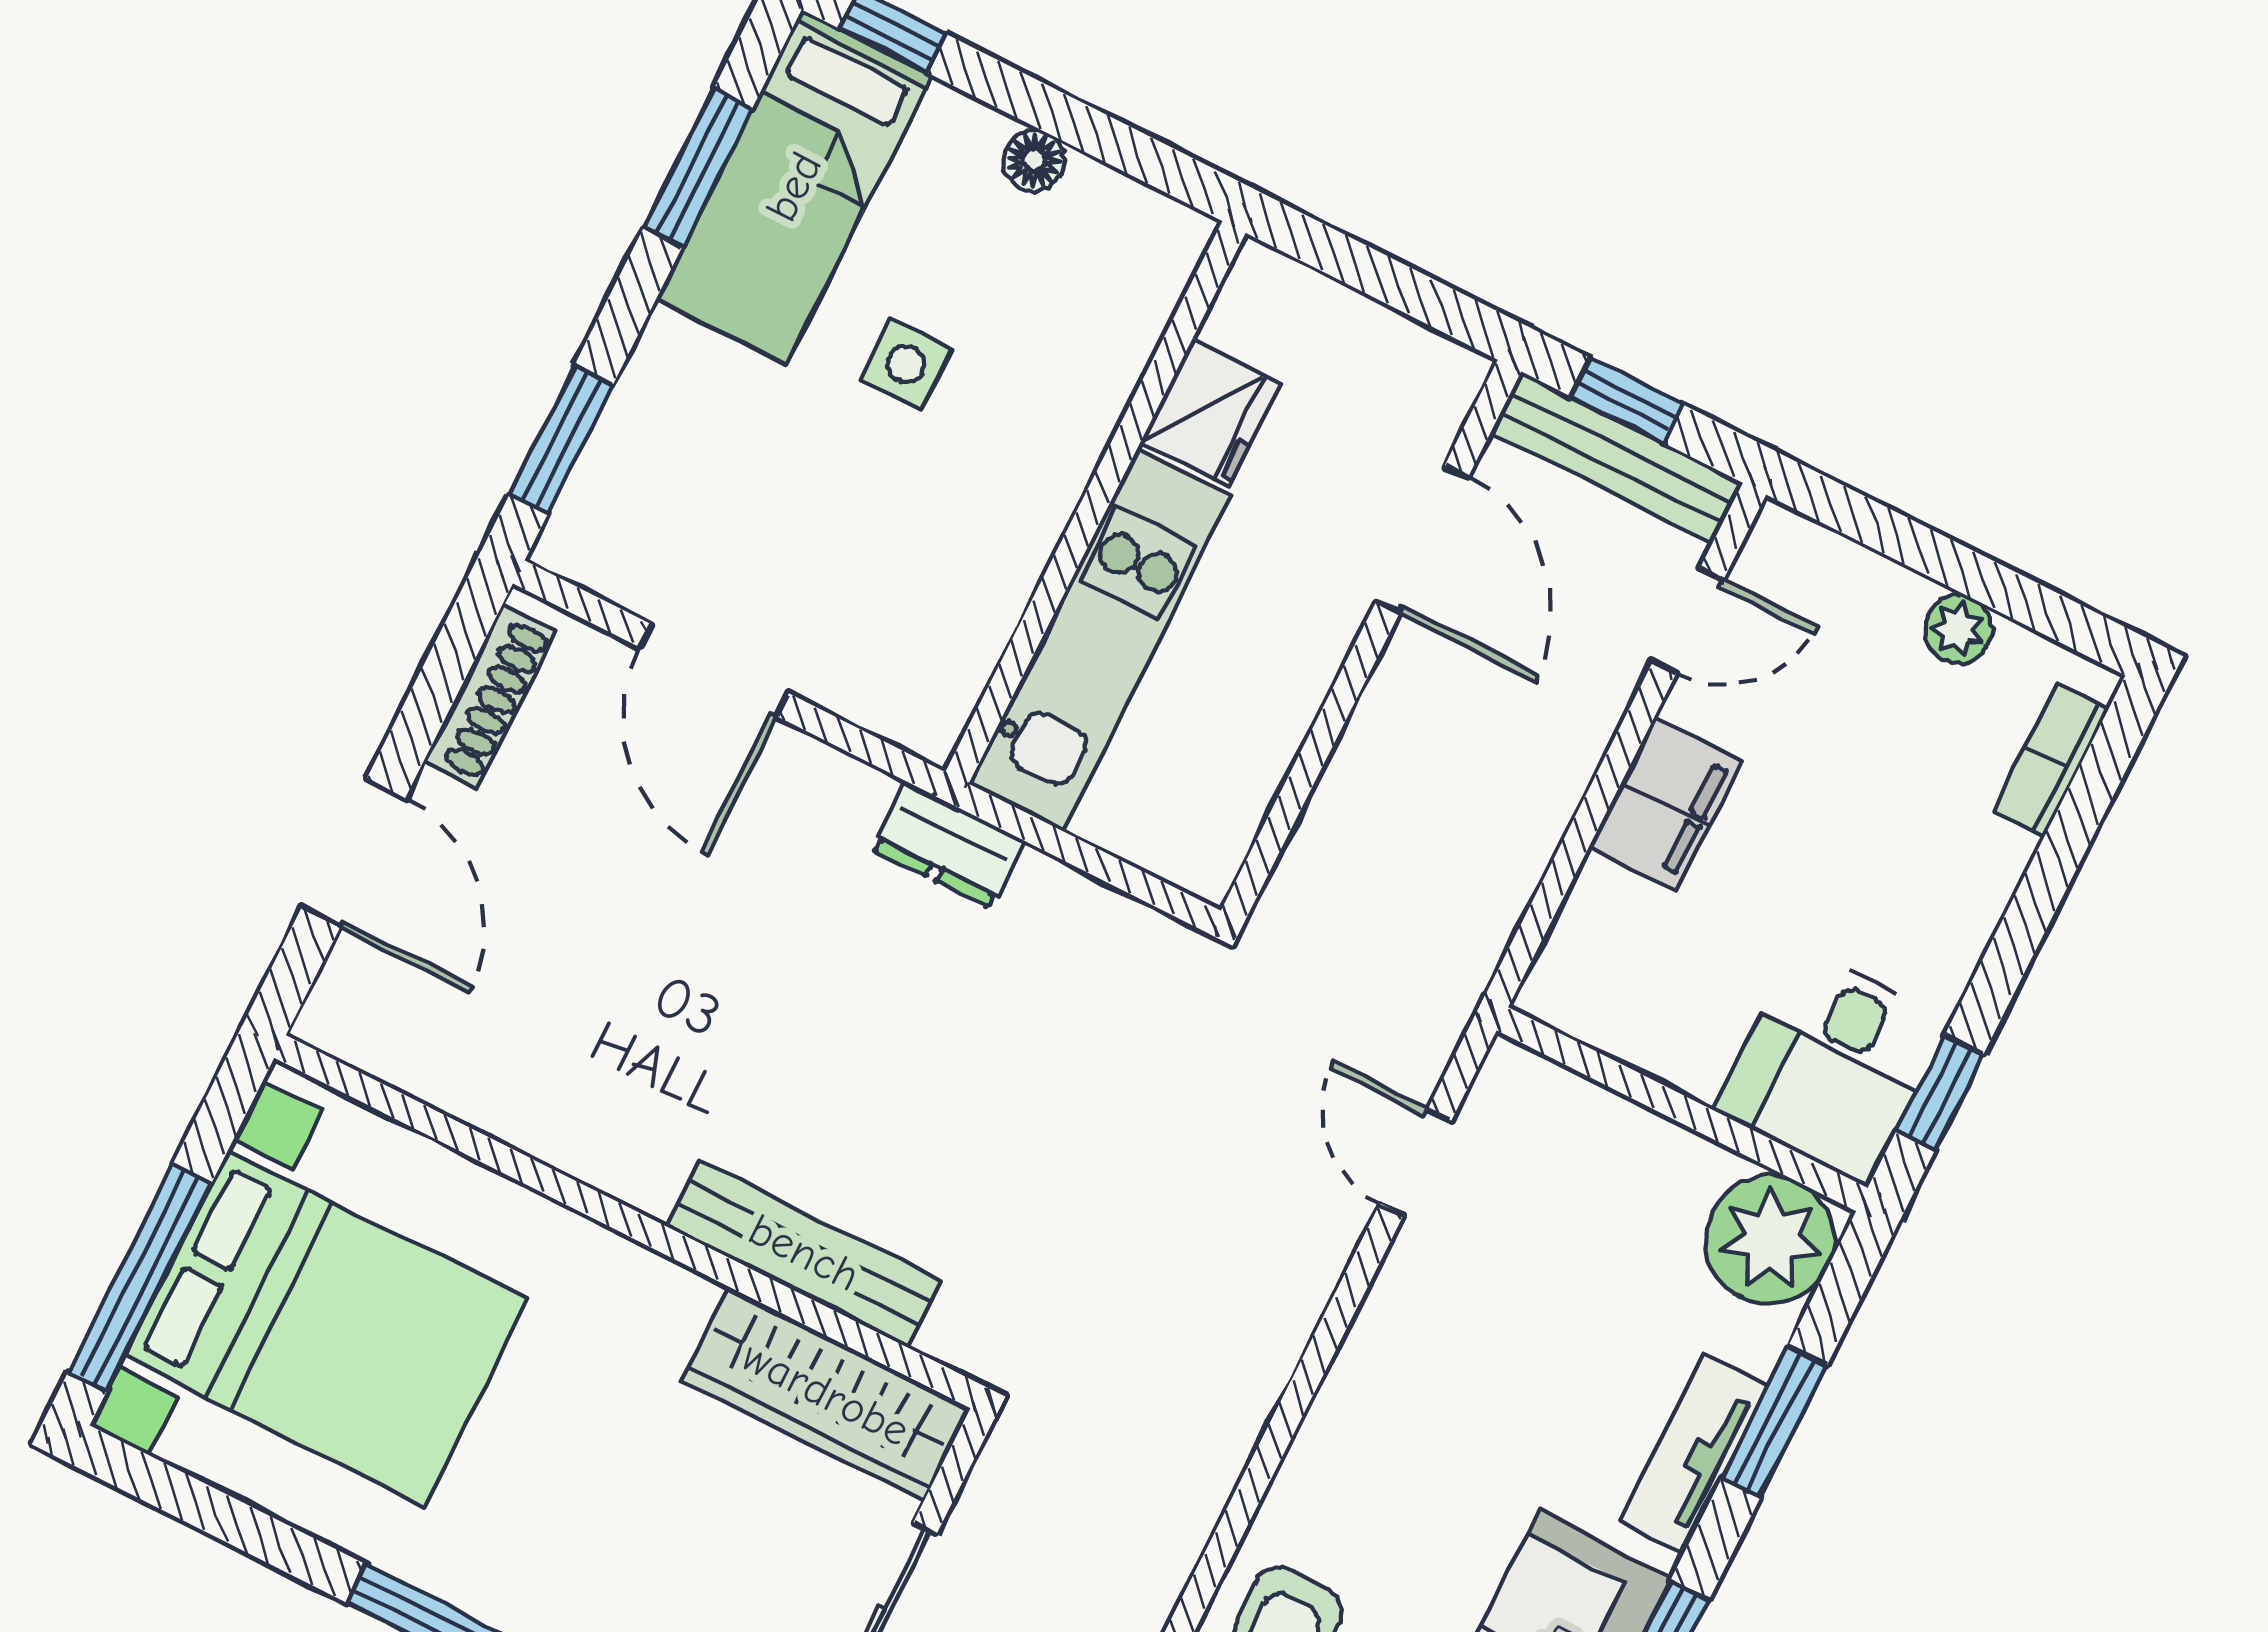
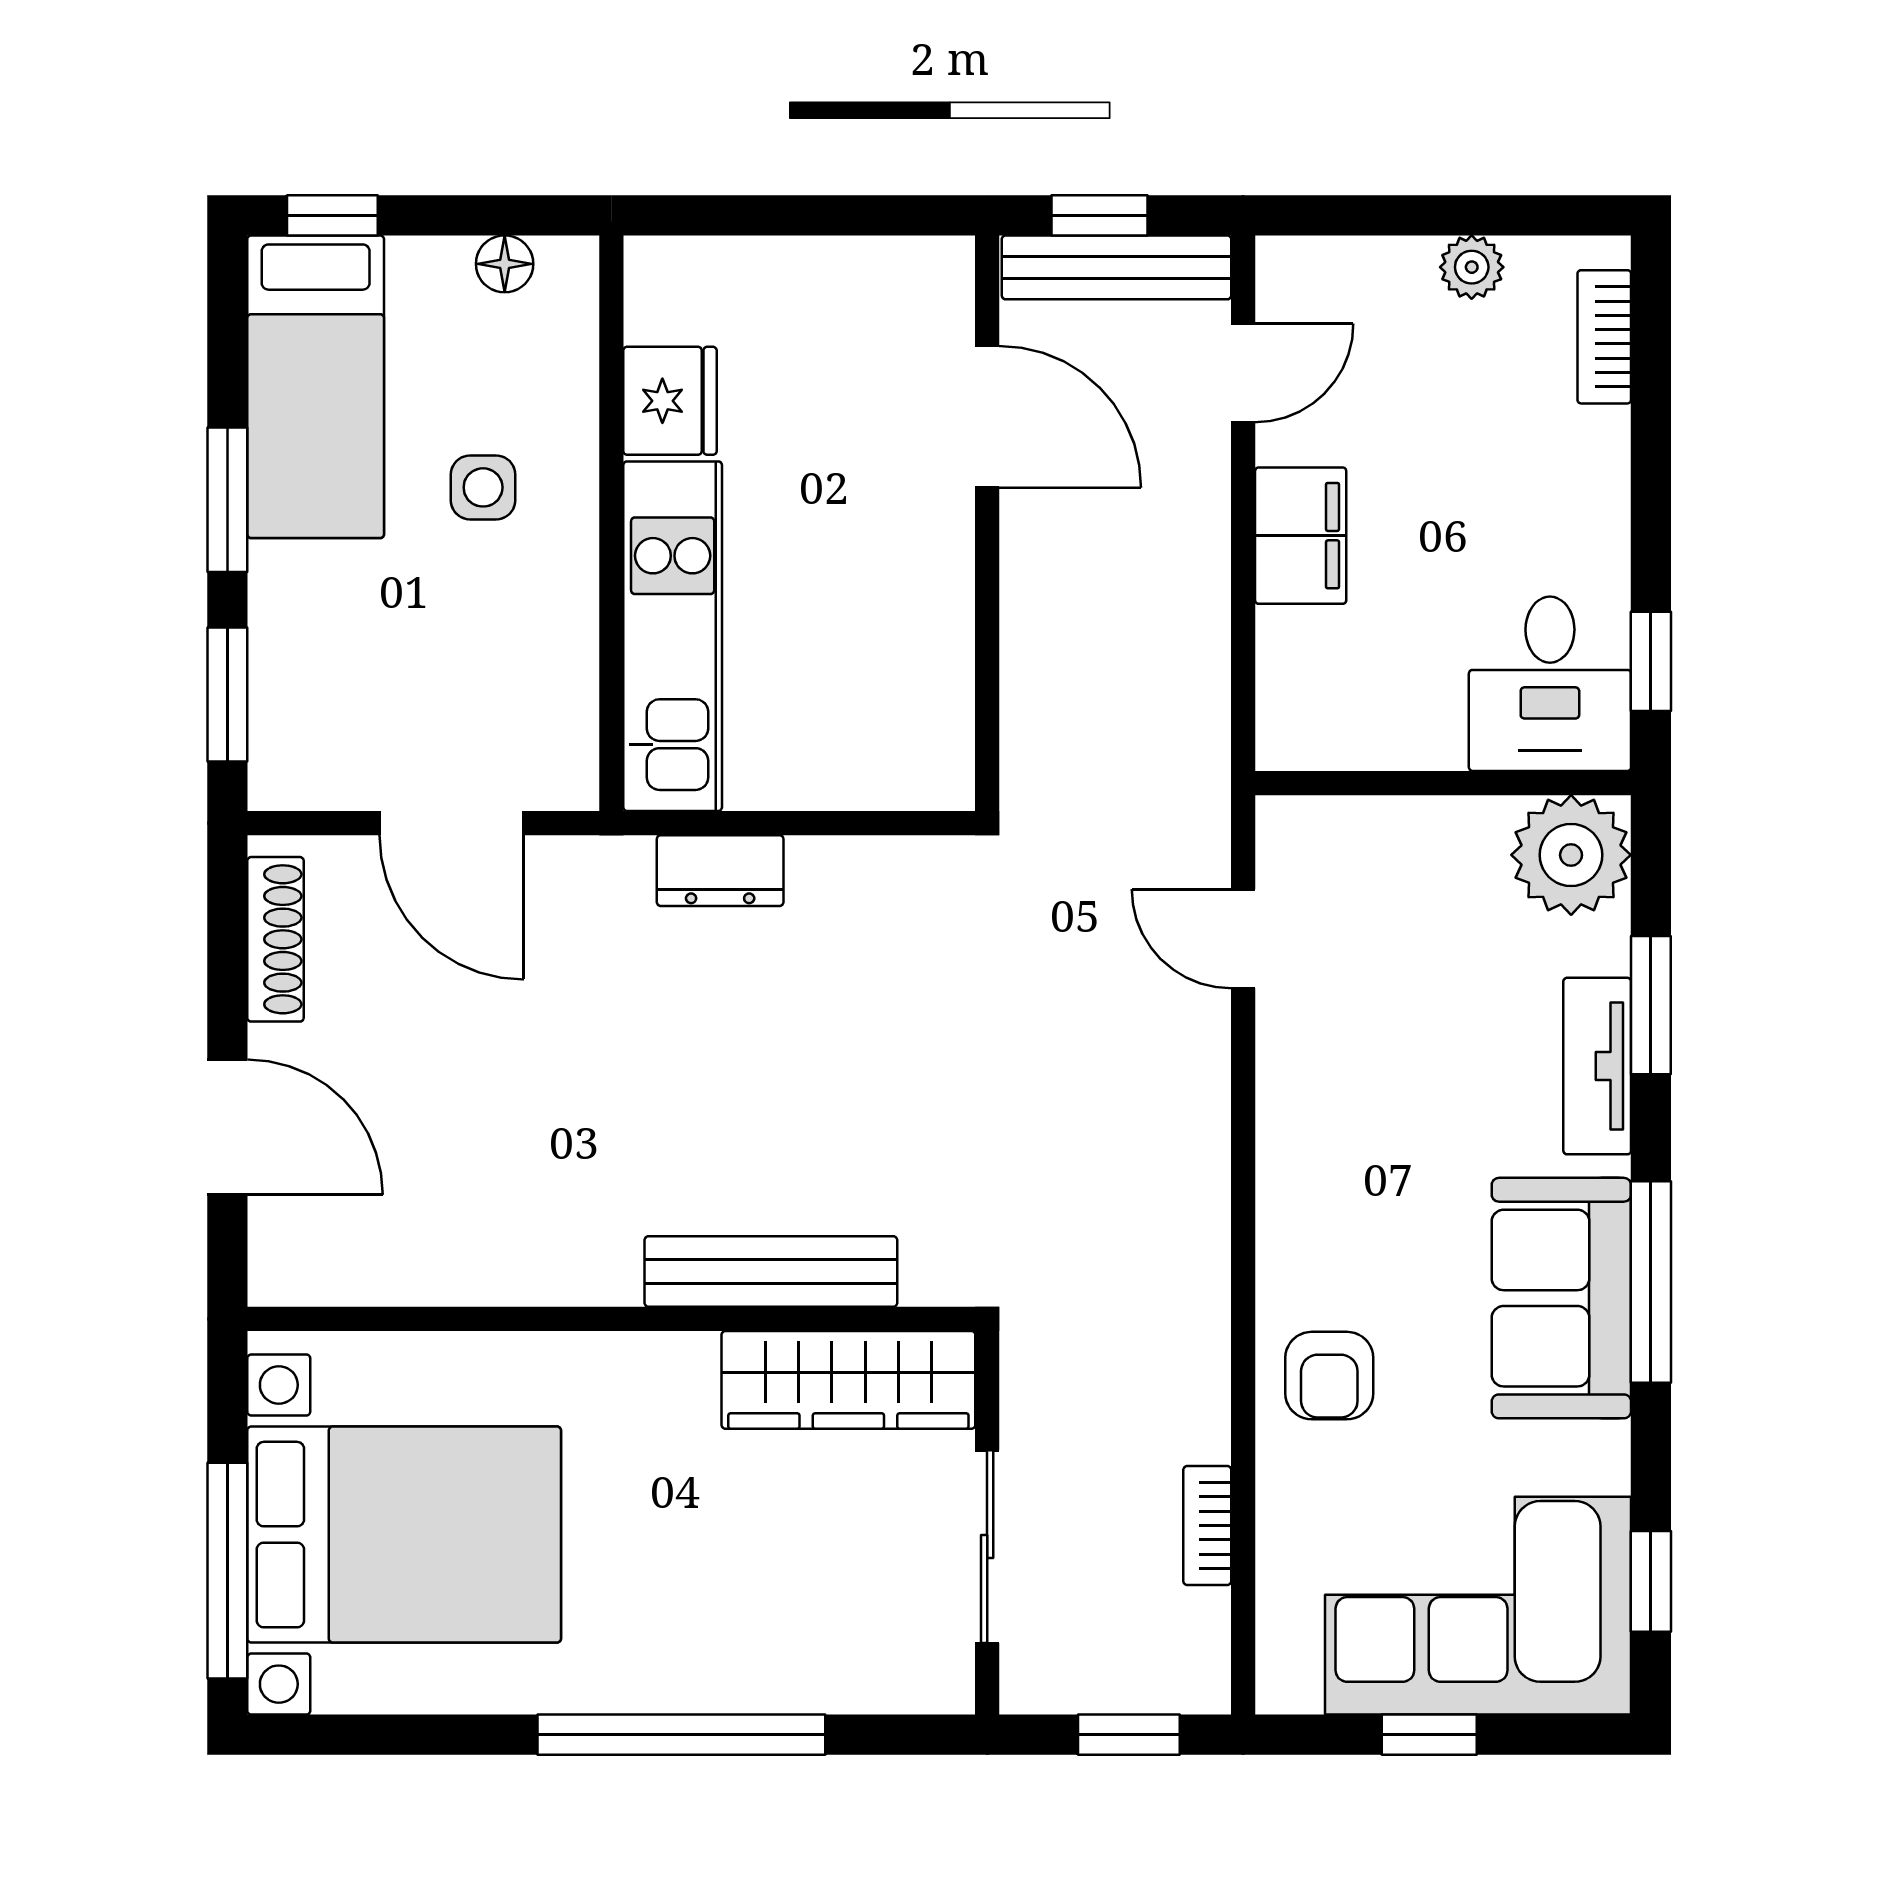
window: (698, 168) -> (227, 500), moved
fridge: (1210, 414) -> (670, 401), moved
wall: (1095, 502) -> (611, 523), moved
kitchen unit: (1100, 640) -> (673, 636), moved

